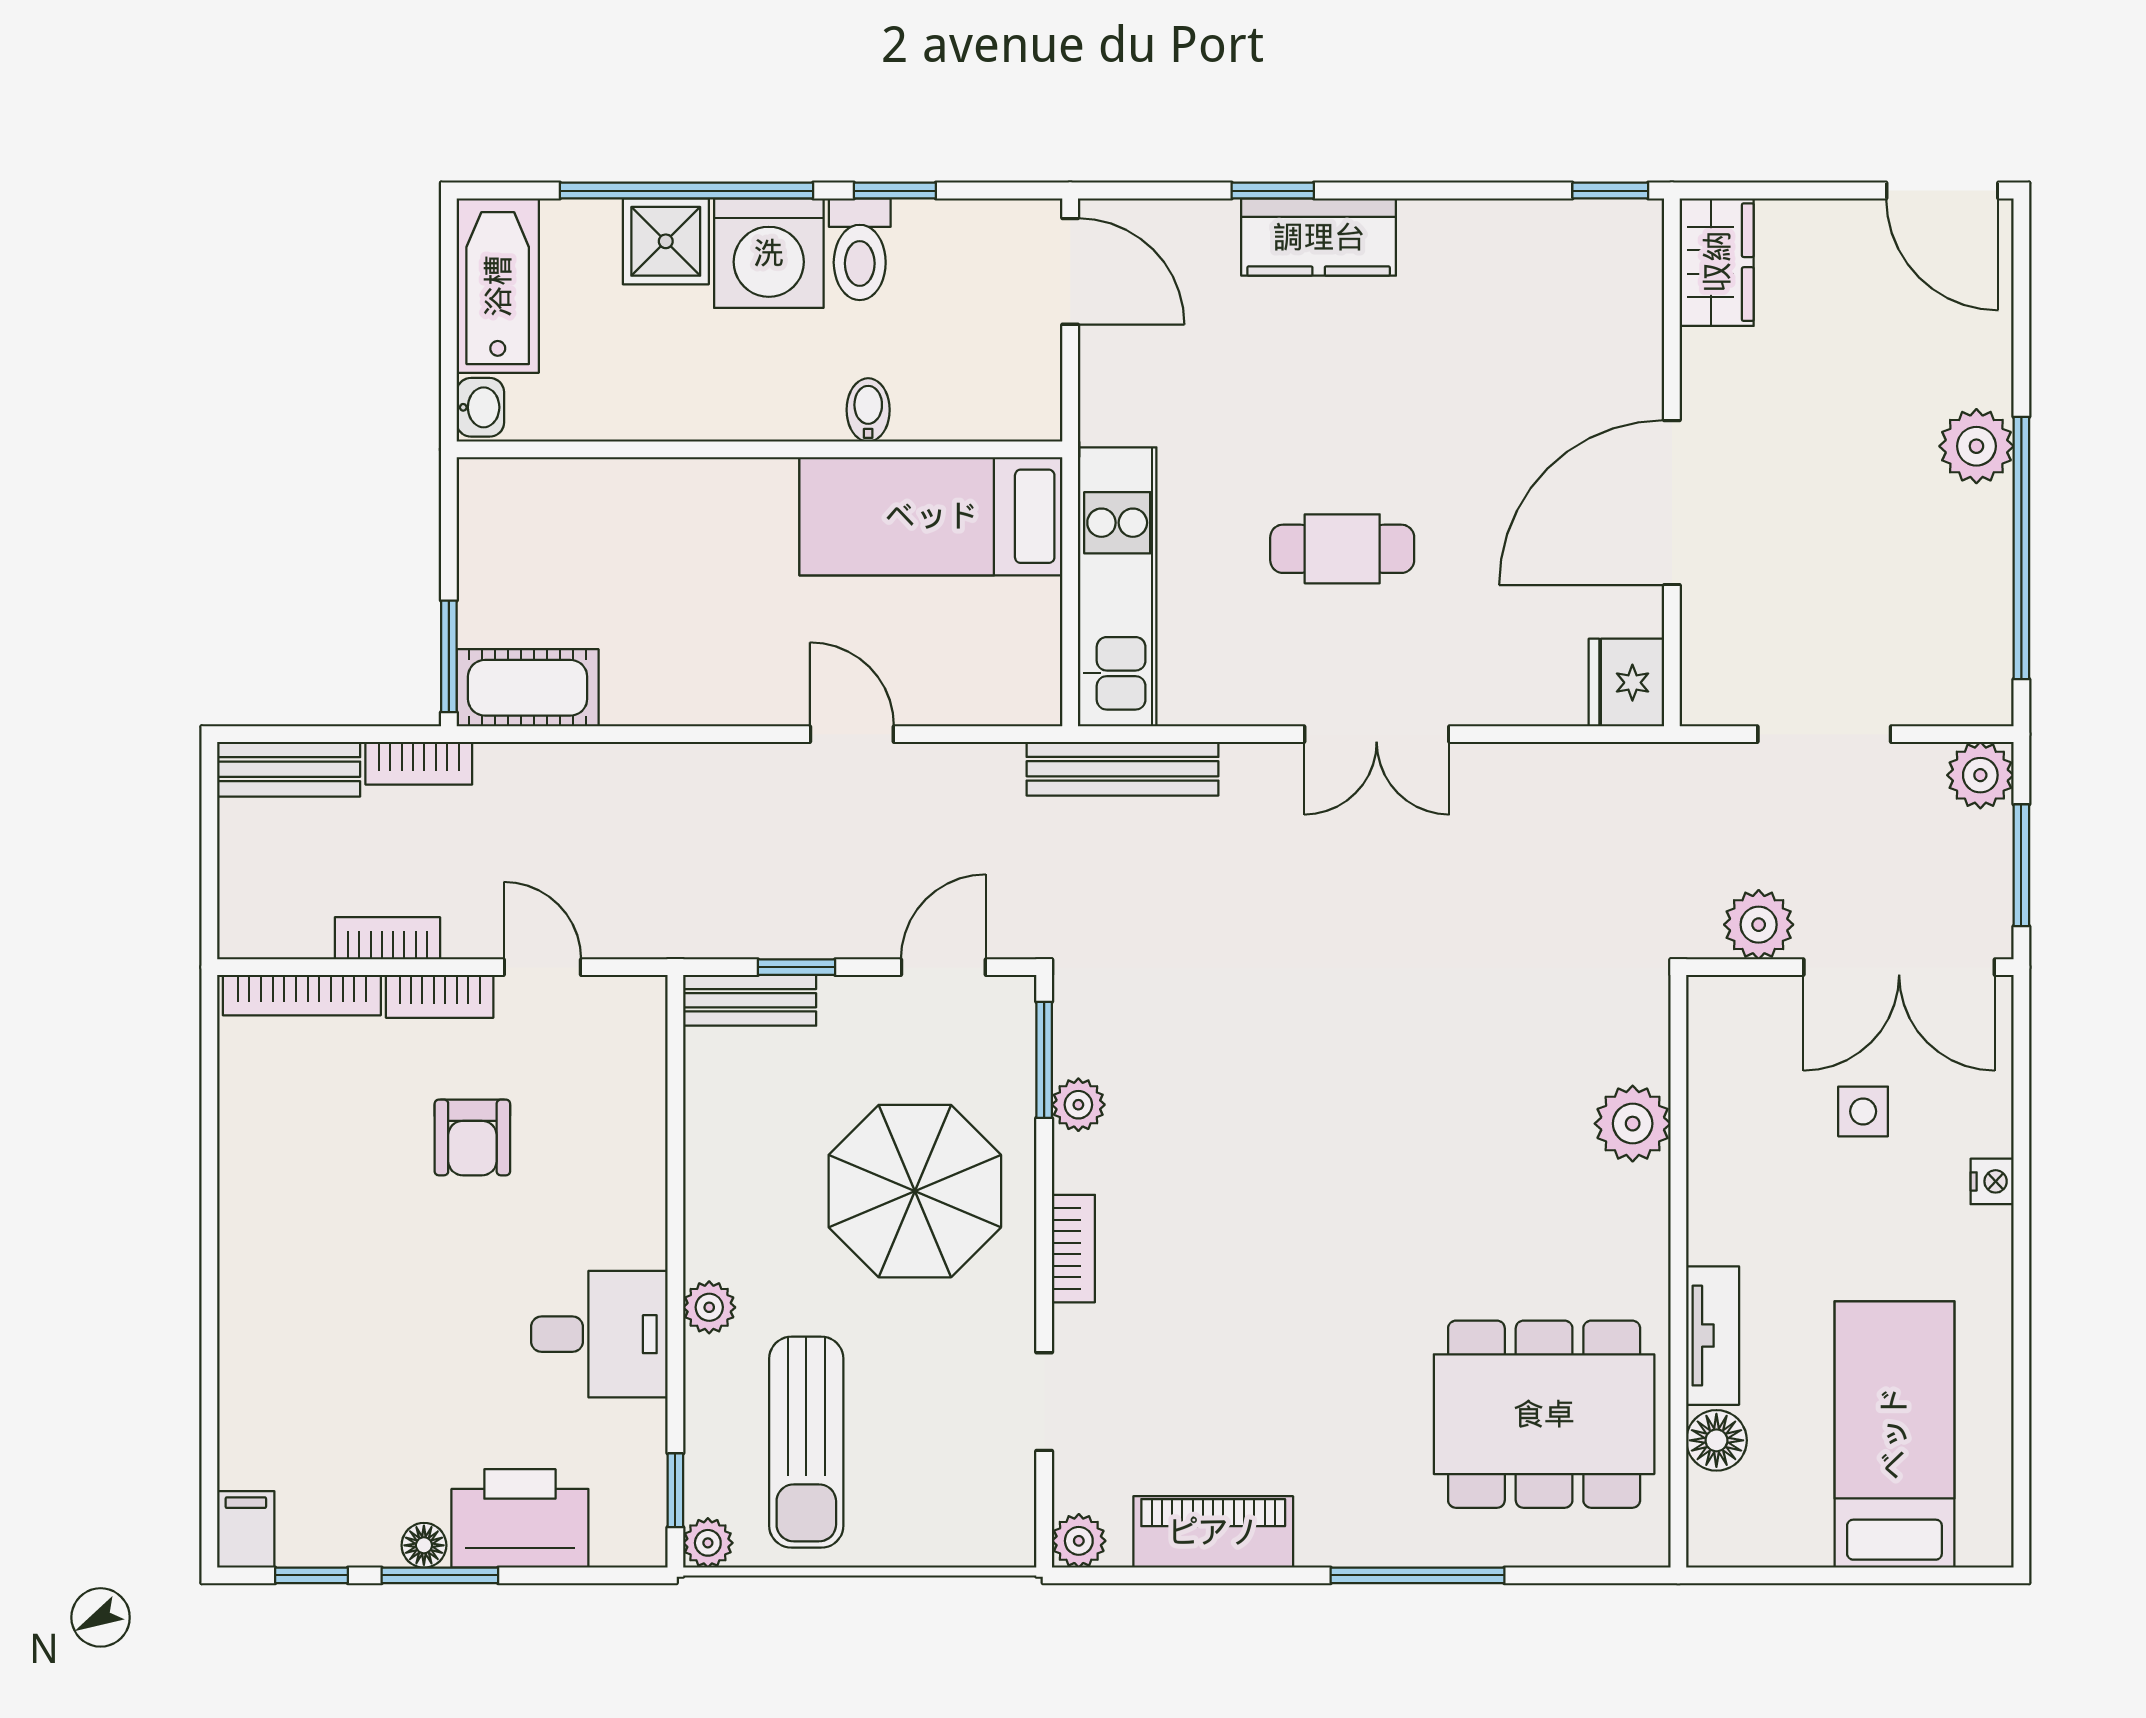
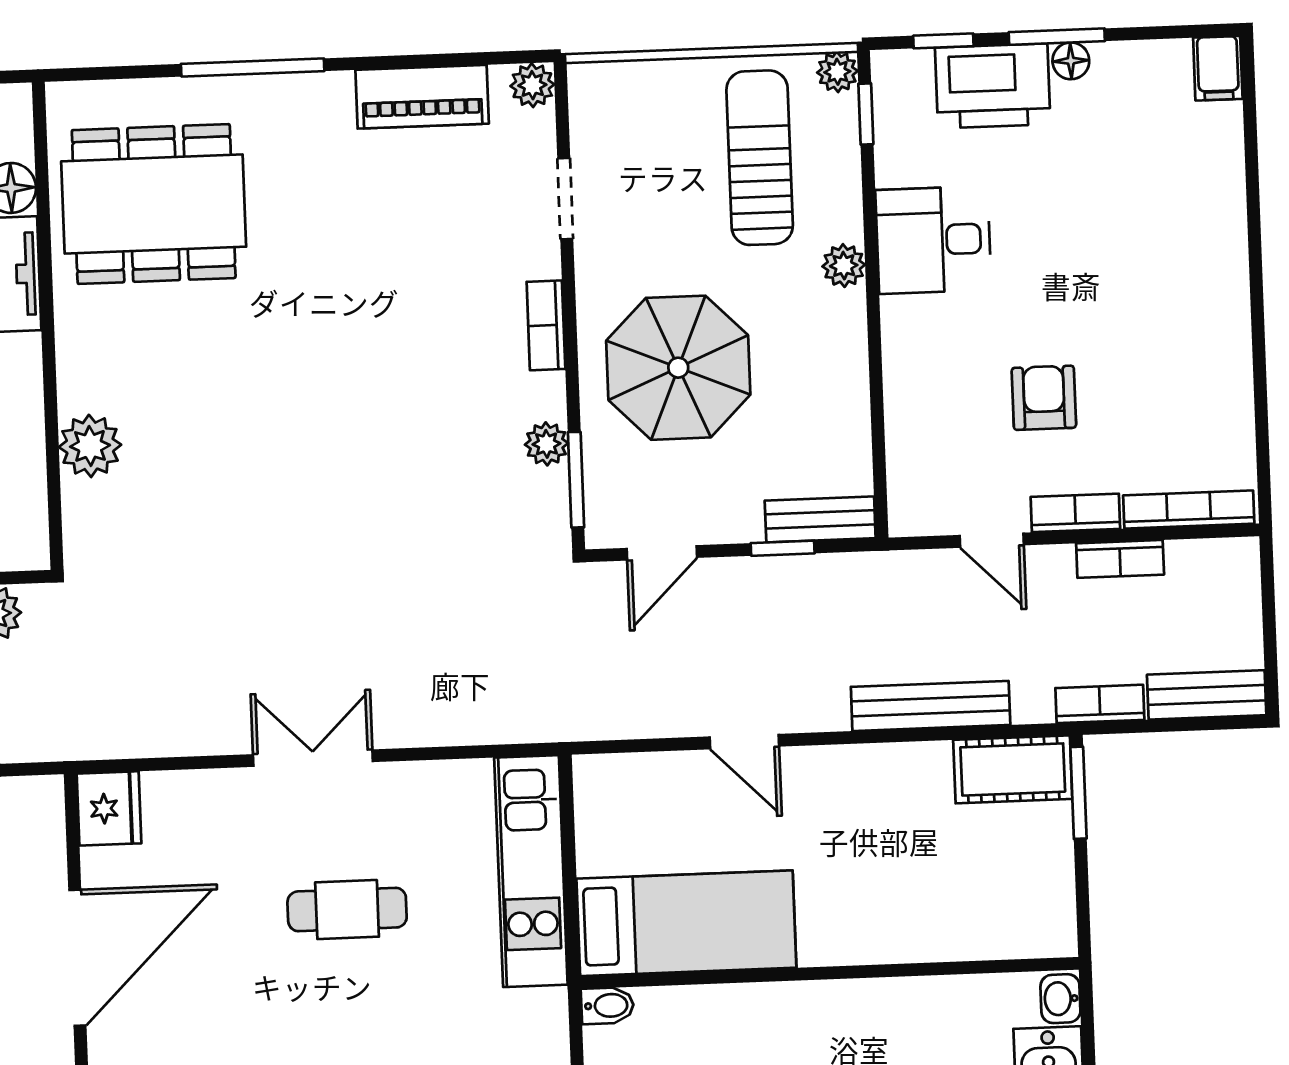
bidet: (868, 410) -> (607, 1006), moved, turned -90
bench: (1122, 769) -> (931, 706), moved
window: (312, 1575) -> (943, 41), moved

